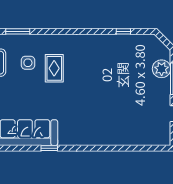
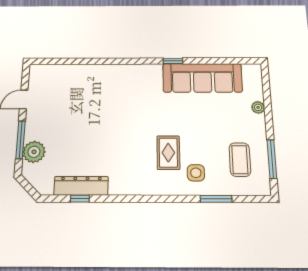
dresser: (123, 41) -> (81, 186), added
side table: (28, 63) -> (196, 173), moved

